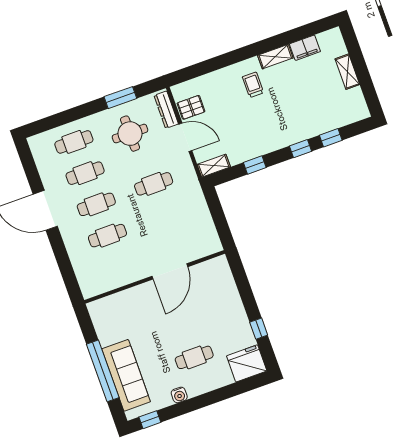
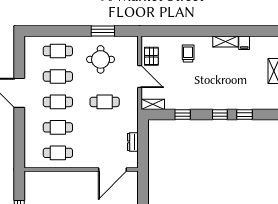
filing cabinet: (305, 48) -> (244, 43), width x0.50
trolley: (253, 85) -> (188, 53), moved
pallet: (191, 107) -> (151, 56), turned 90
dresser: (166, 110) -> (133, 142), moved, width x0.70
cafe table: (119, 267) -> (58, 153), added
door: (170, 271) -> (113, 169), moved

